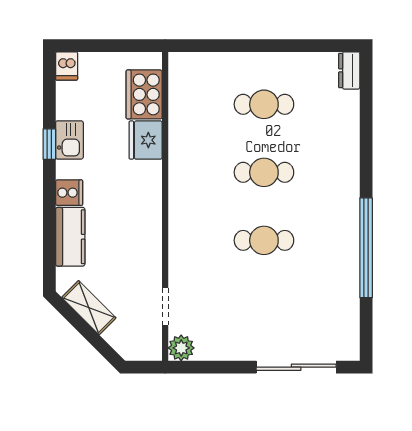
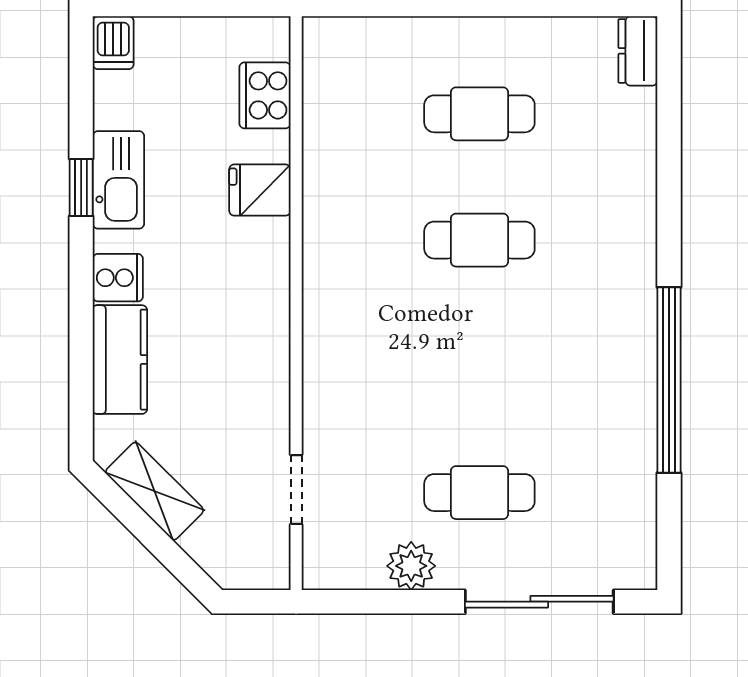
cooker: (144, 94) -> (265, 95), width x0.73, depth x0.76
kitchen sink: (69, 140) -> (118, 180), width x1.38
fridge: (146, 140) -> (260, 190), width x0.72
cafe table: (264, 240) -> (479, 493), moved
plant: (181, 348) -> (411, 566), moved

